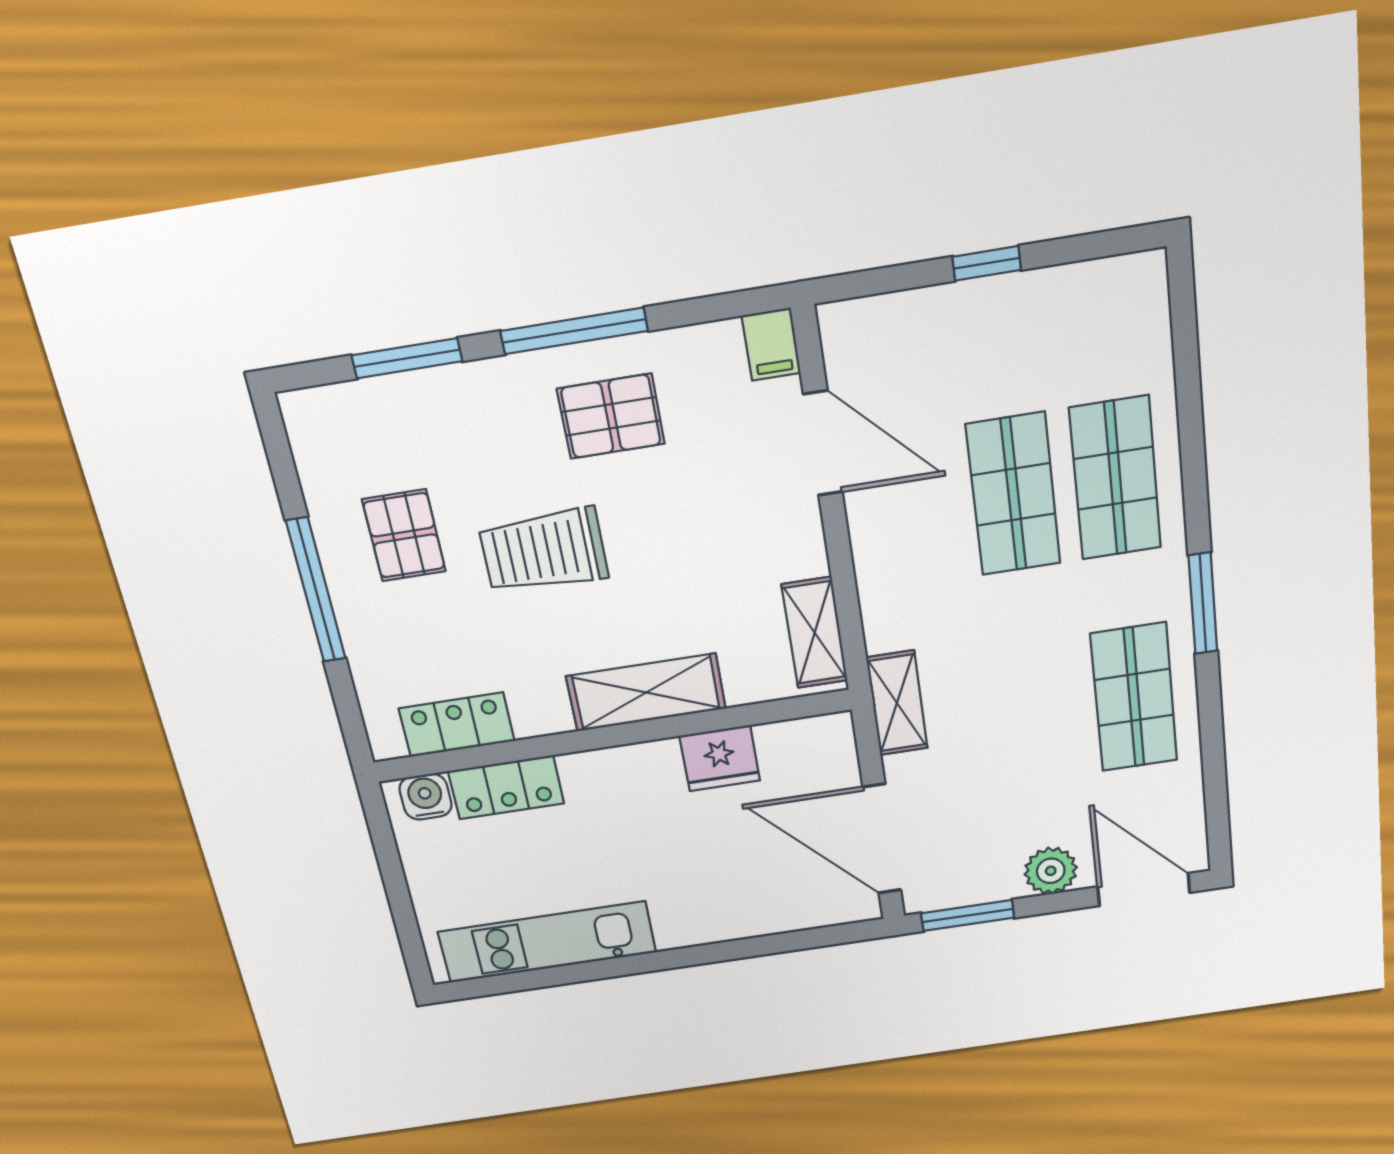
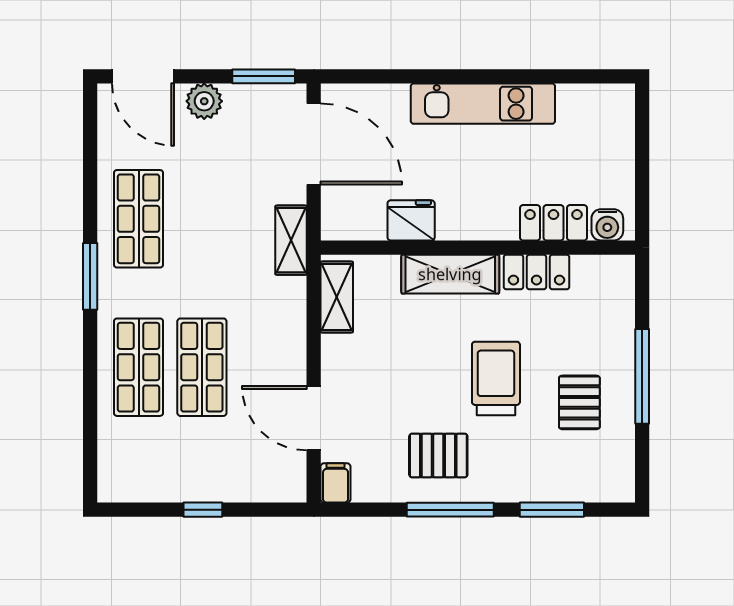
trolley: (544, 551) -> (496, 378), turned -90
locker: (457, 725) -> (537, 272), moved
kitchen unit: (547, 942) -> (483, 104), moved

